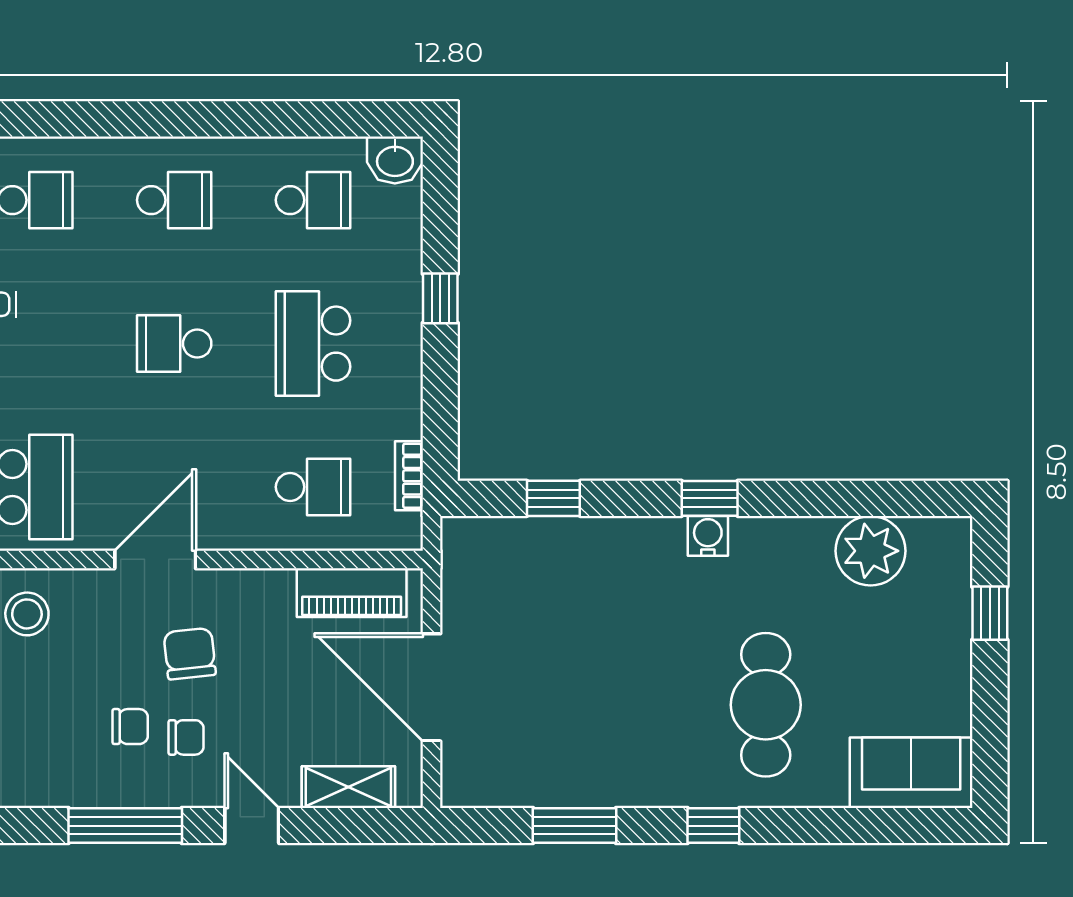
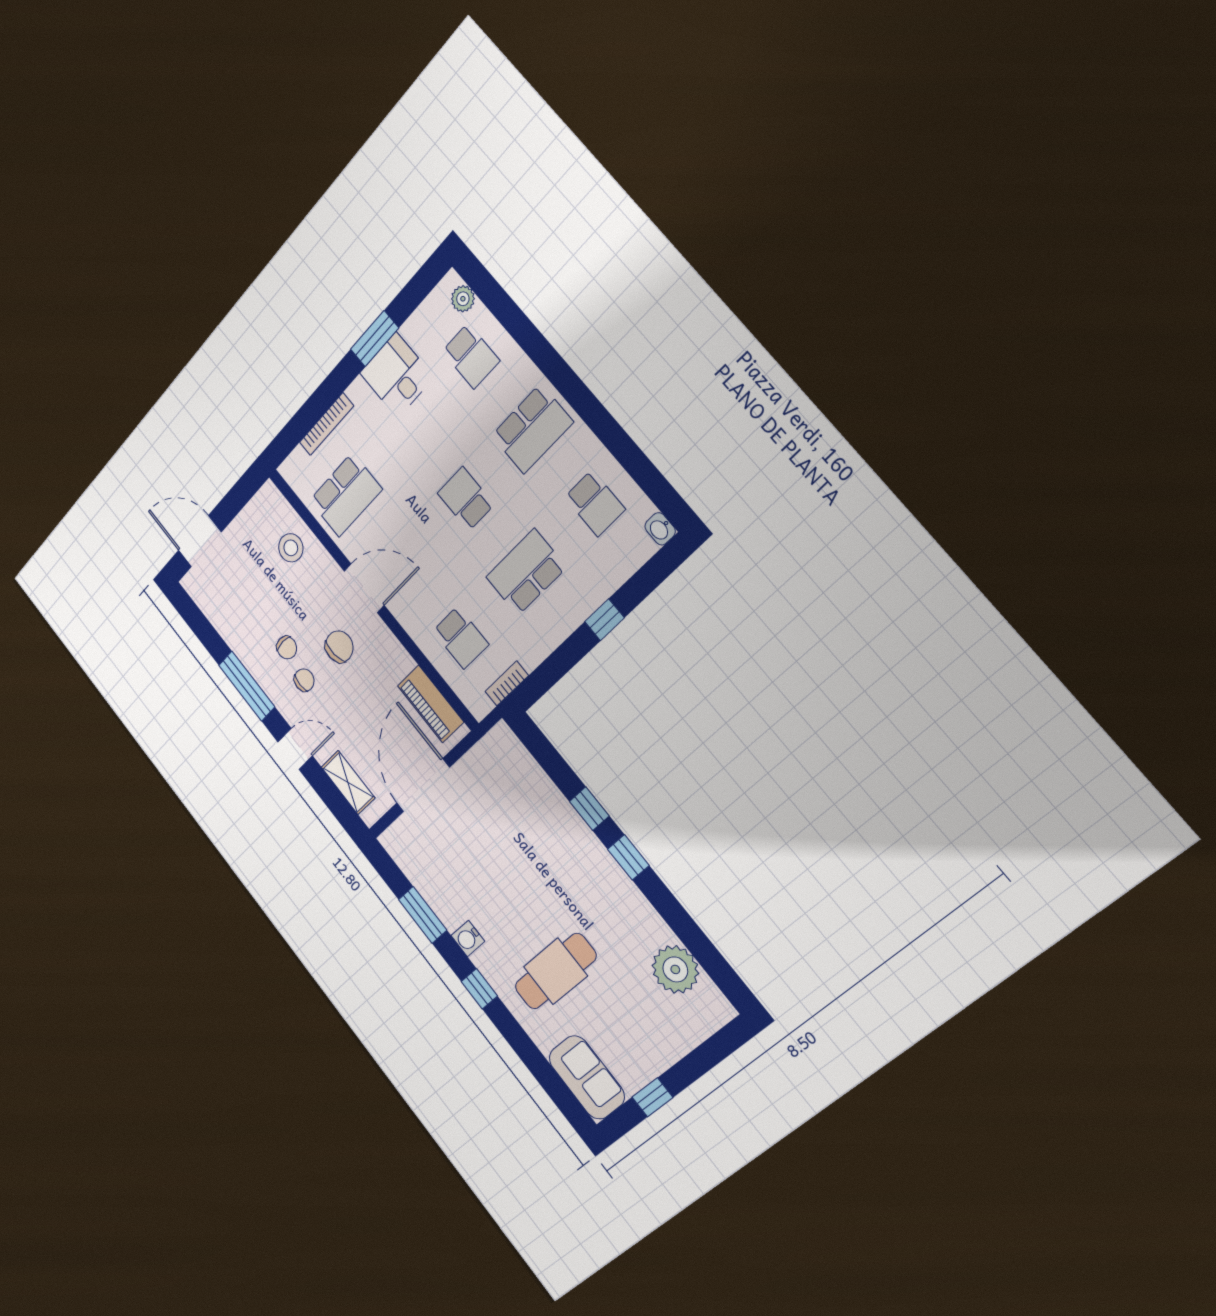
washbasin: (395, 160) -> (660, 529), width x0.72, depth x0.69
school desk: (174, 200) -> (532, 429), width x1.85
window: (553, 498) -> (589, 809), moved
water cooler: (708, 536) -> (468, 938), moved, turned 180
window: (990, 613) -> (652, 1097), moved
chair: (186, 737) -> (304, 680), turned -90
door: (252, 826) -> (295, 749), hinge flipped

